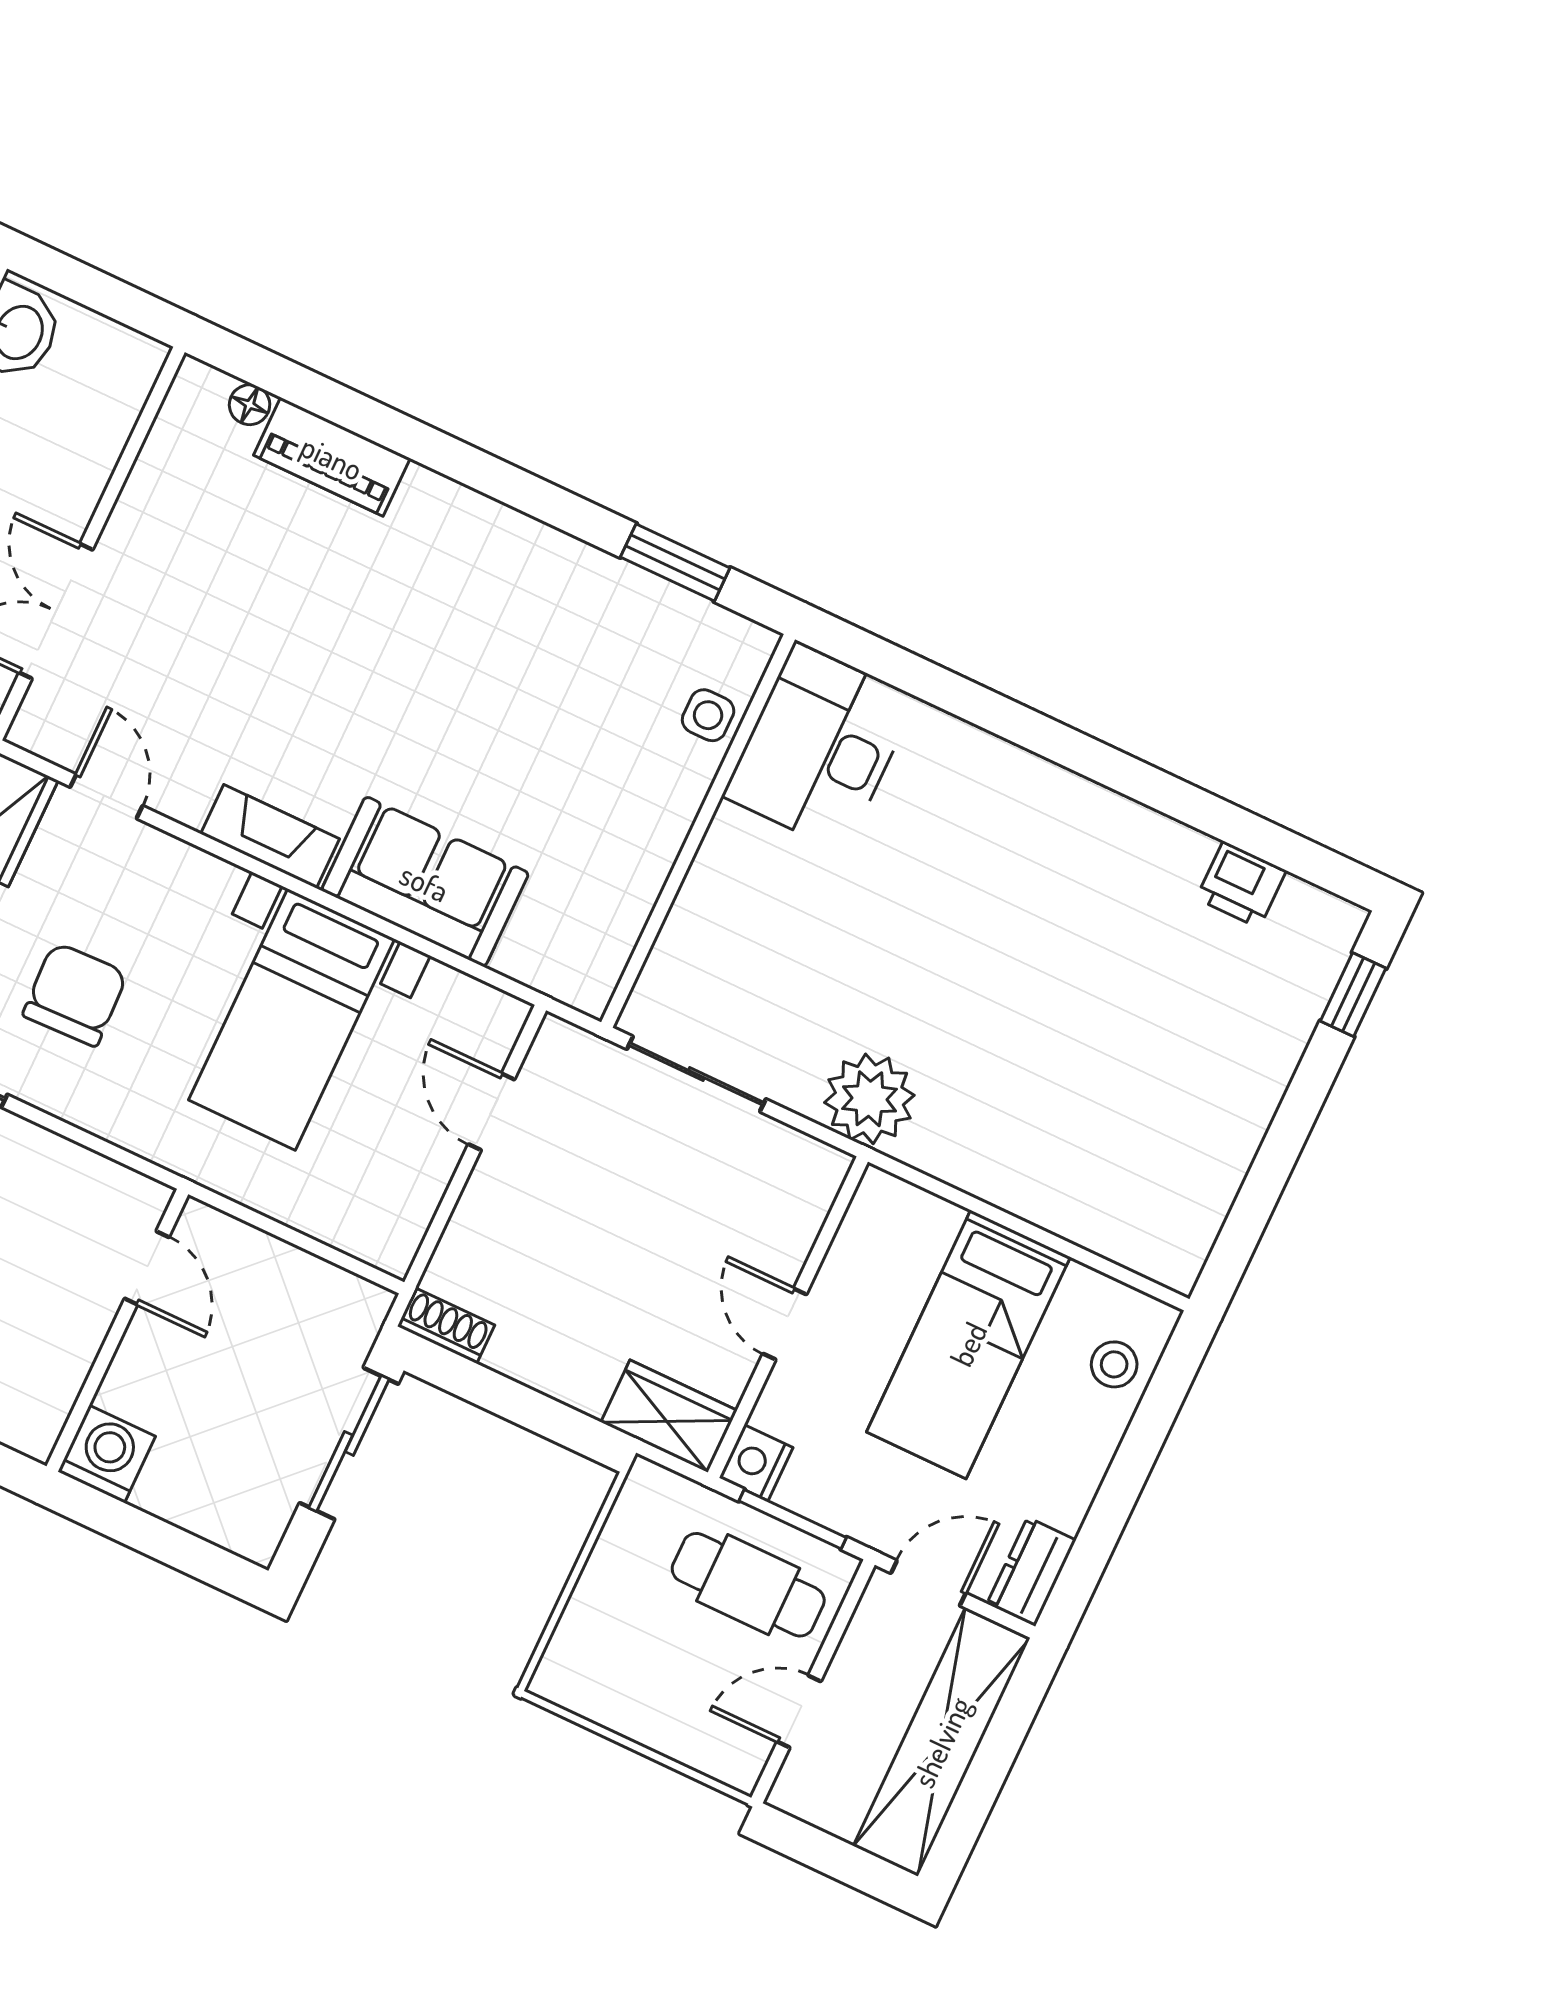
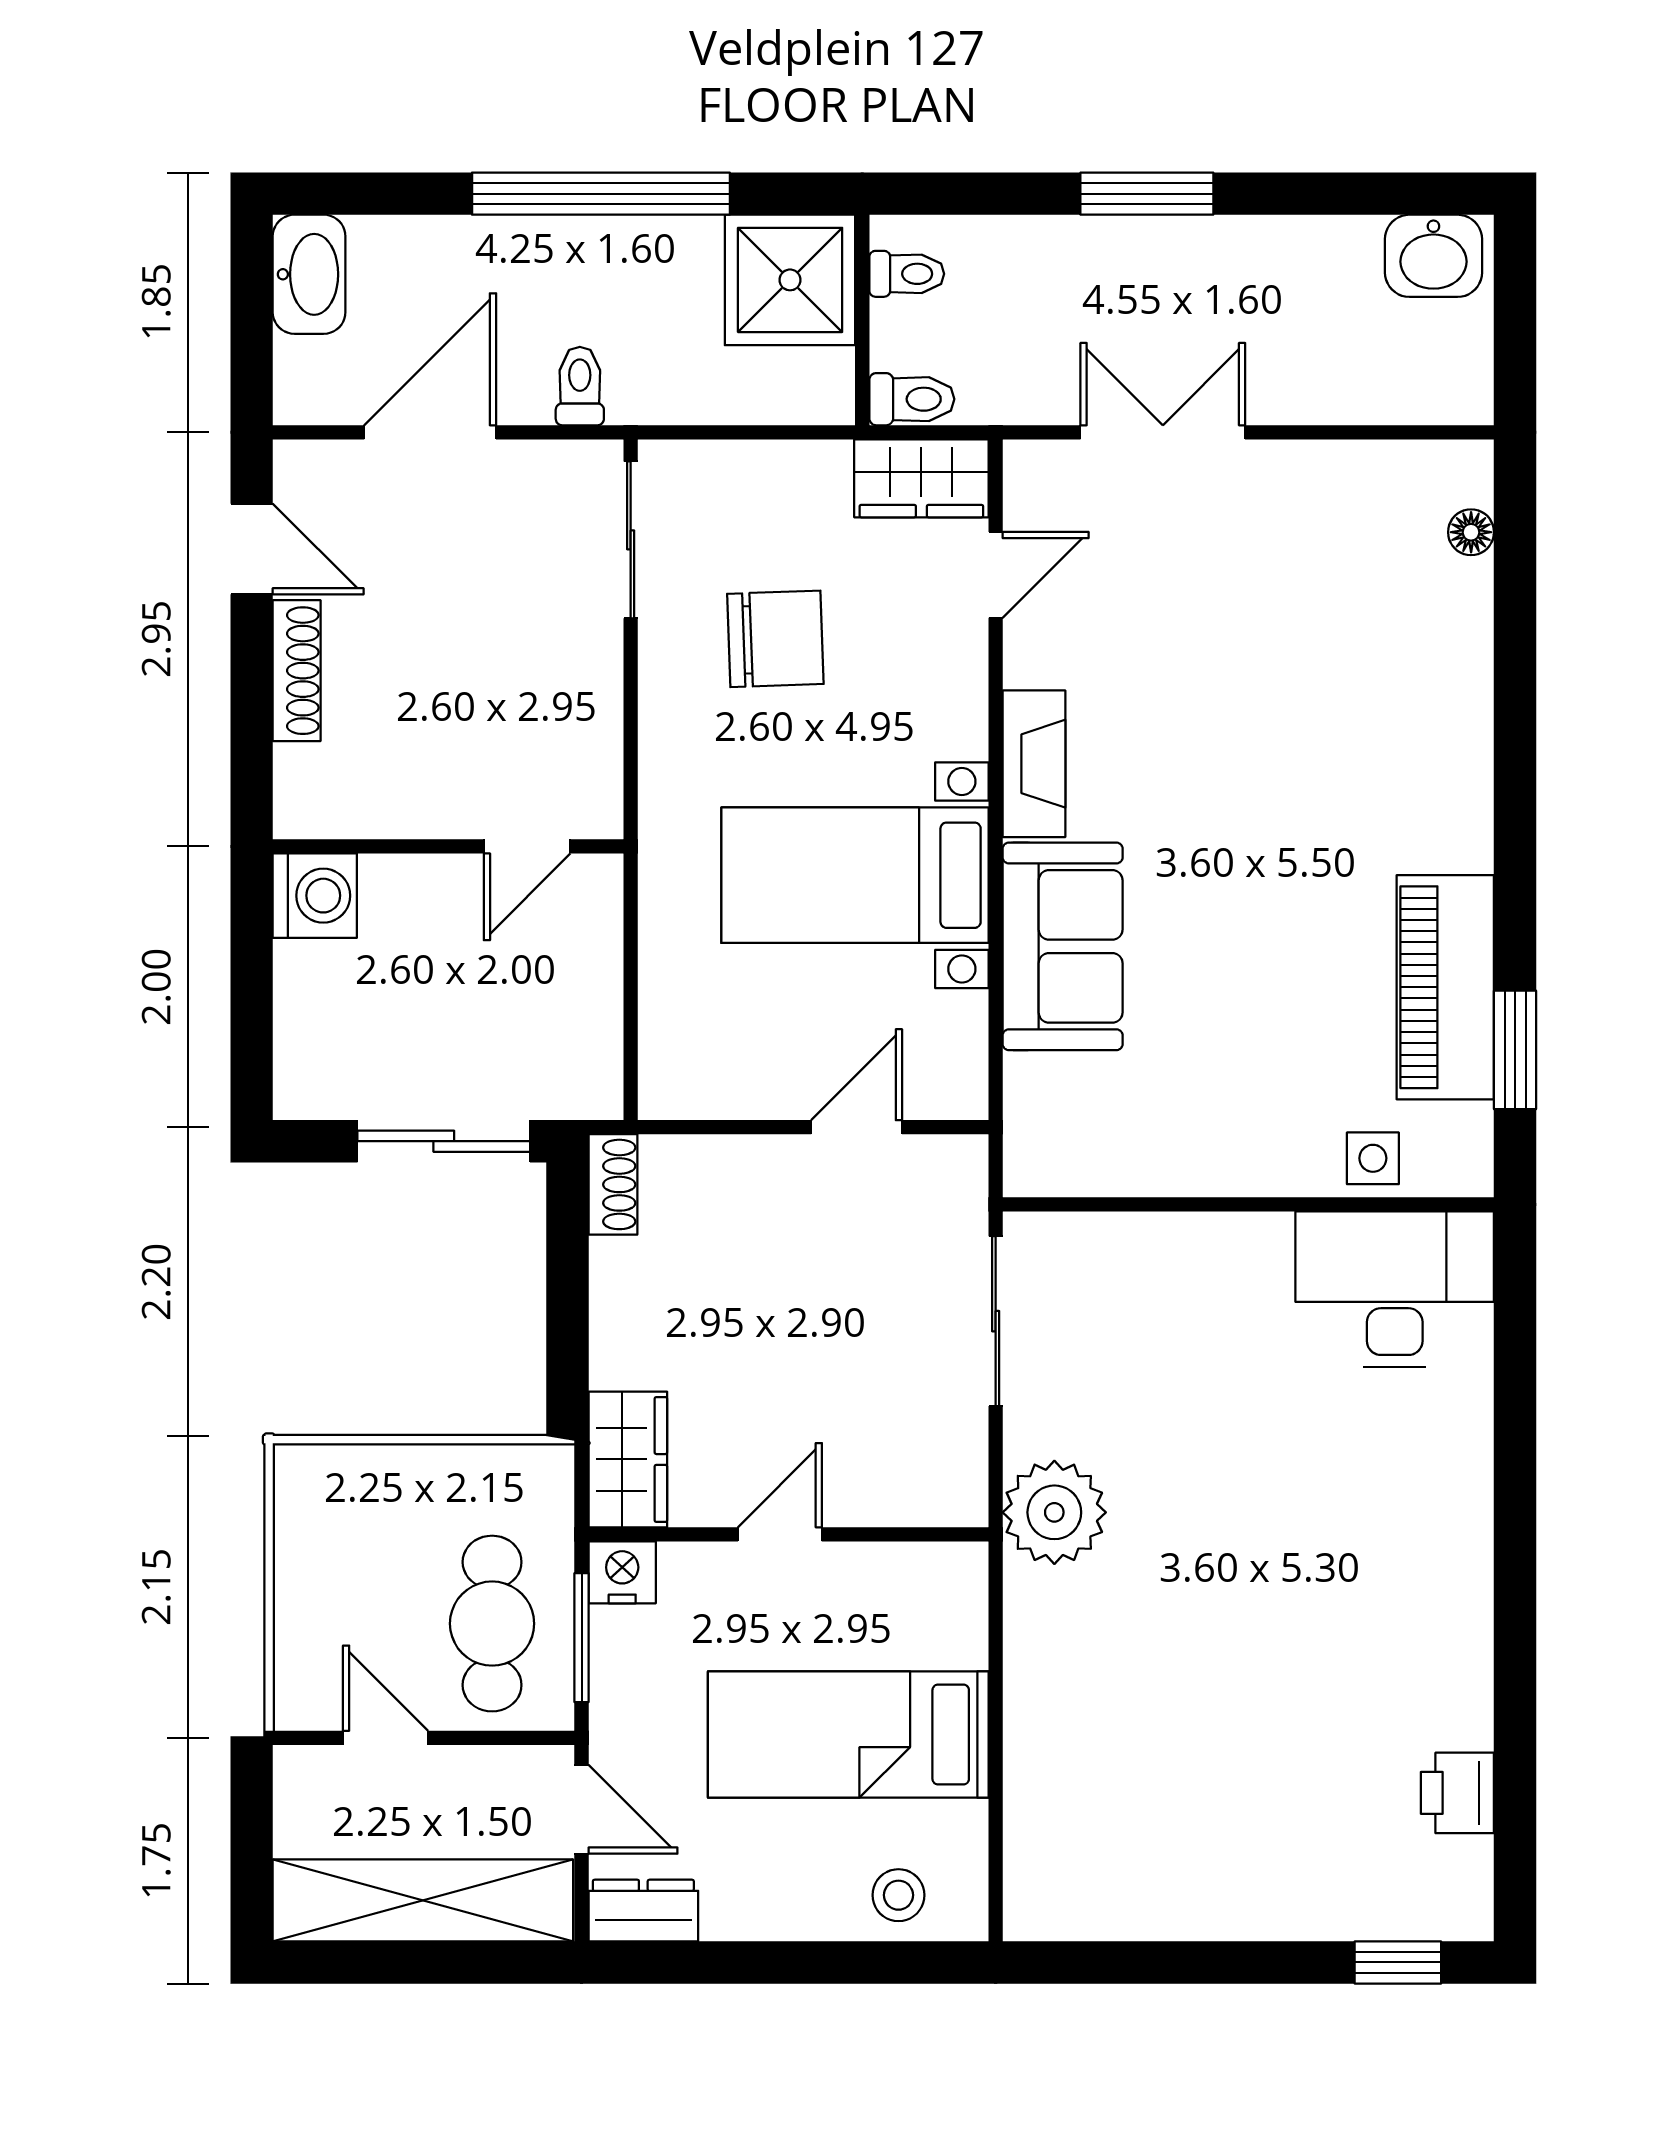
piano: (332, 457) -> (1445, 987), moved, width x1.37, depth x1.33

